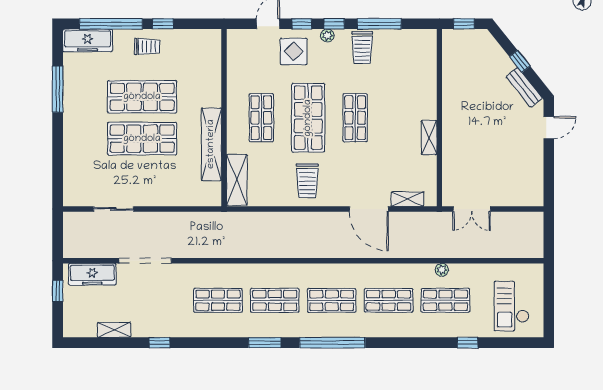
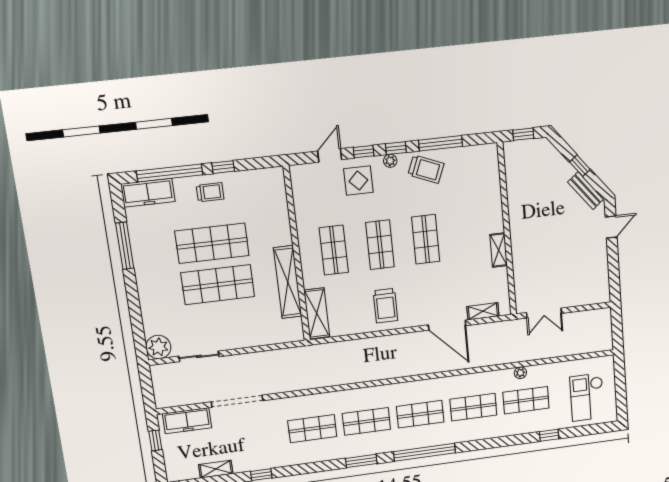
trolley: (362, 48) -> (426, 169), turned -68
shop shelf: (308, 118) -> (380, 245), width x0.70, depth x0.74
plant: (75, 194) -> (158, 347), added

